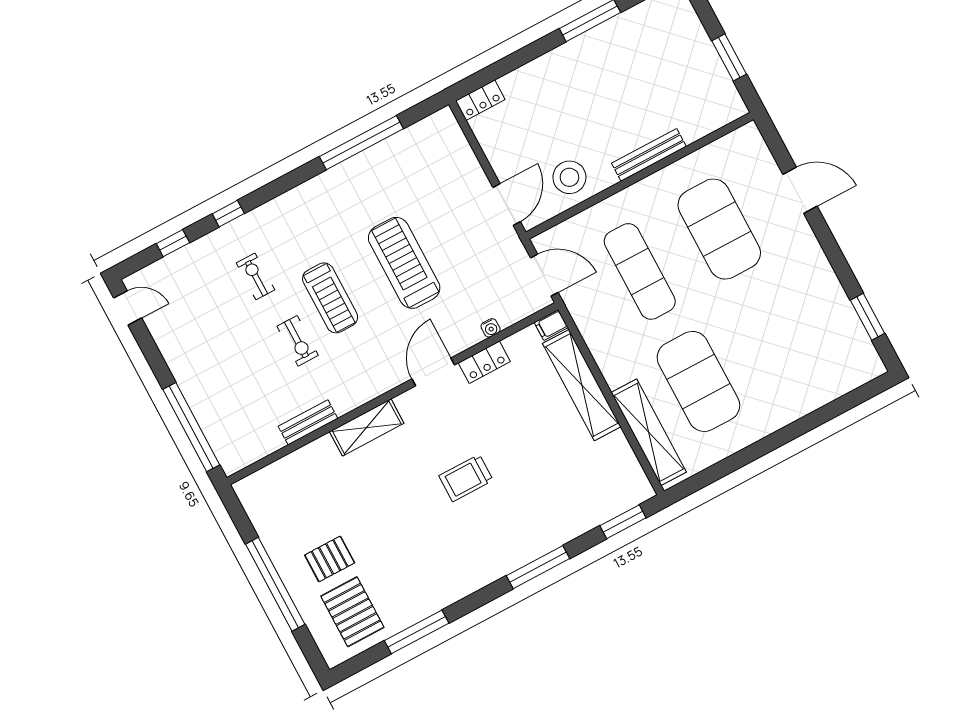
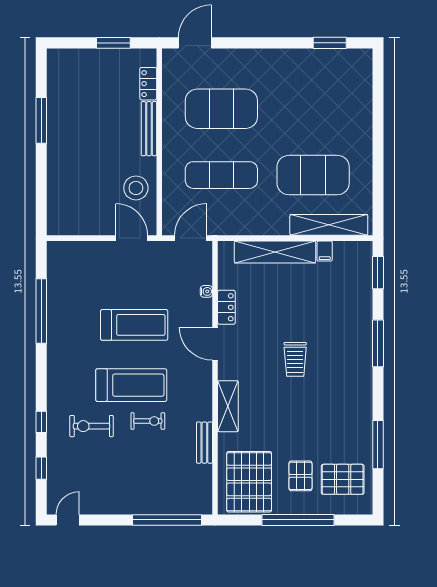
locker: (480, 100) -> (148, 84), moved, turned 180
door: (800, 190) -> (195, 43), moved
treadmill: (404, 263) -> (134, 325), turned 180
exercise bike: (255, 276) -> (91, 426), width x1.38, depth x1.39
treadmill: (330, 298) -> (131, 385), width x1.37, depth x1.38
filing cabinet: (551, 325) -> (325, 251), moved
pallet: (290, 501) -> (249, 482), added

